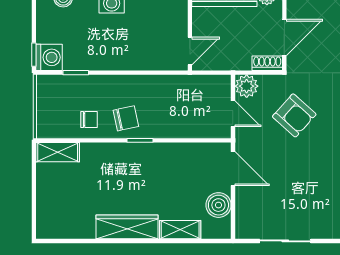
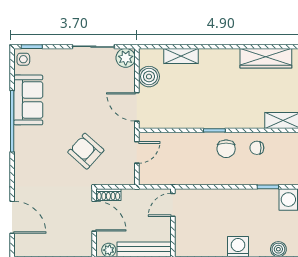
door: (284, 37) -> (94, 216), swing flipped
plant: (247, 86) -> (126, 58), moved
door: (233, 114) -> (137, 152), swing flipped
chair: (126, 118) -> (226, 149), turned -78
wardrobe: (127, 227) -> (266, 58), moved

